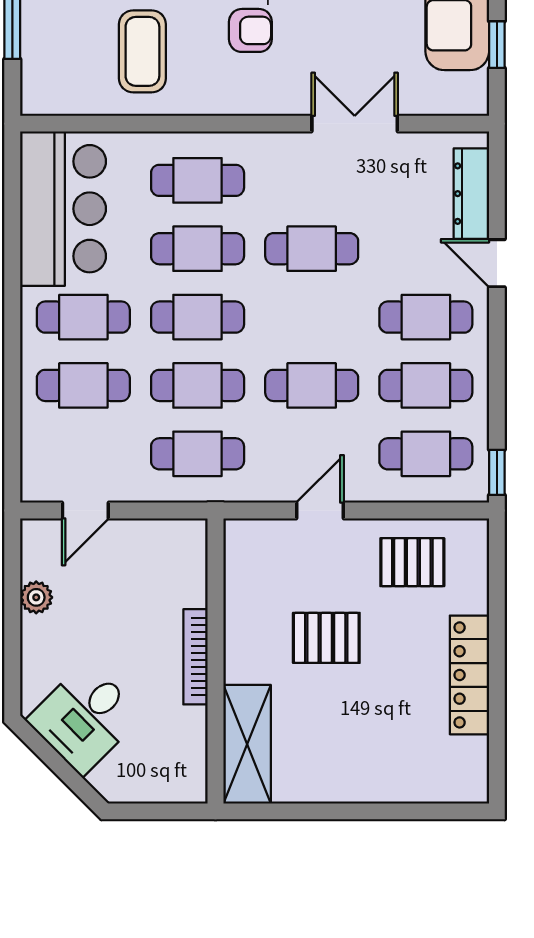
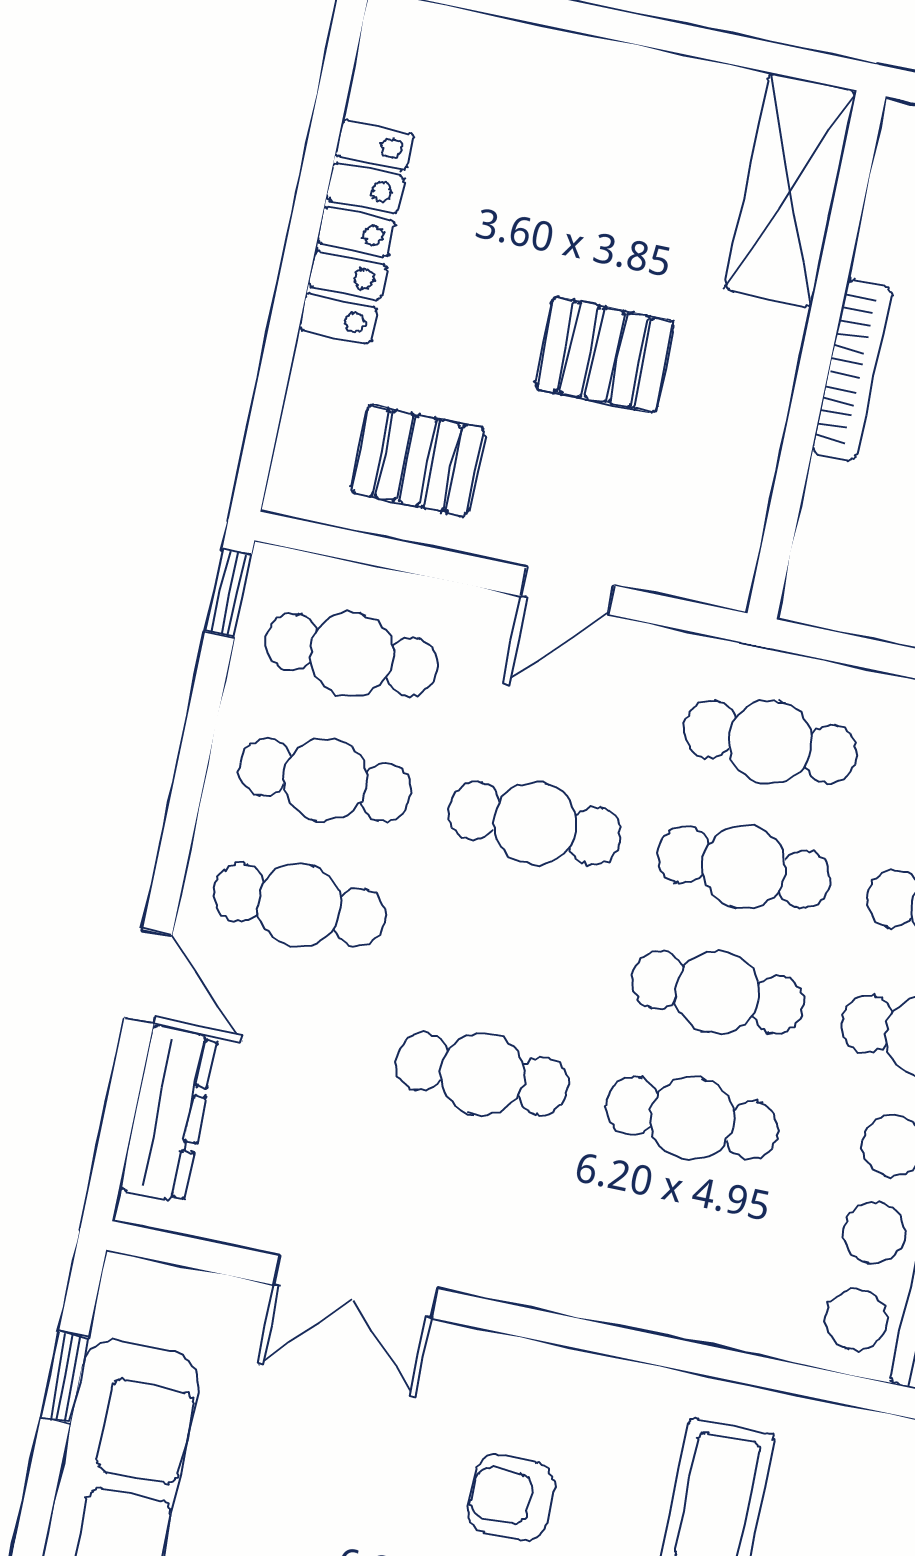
cafe table: (198, 180) -> (665, 1243), removed

